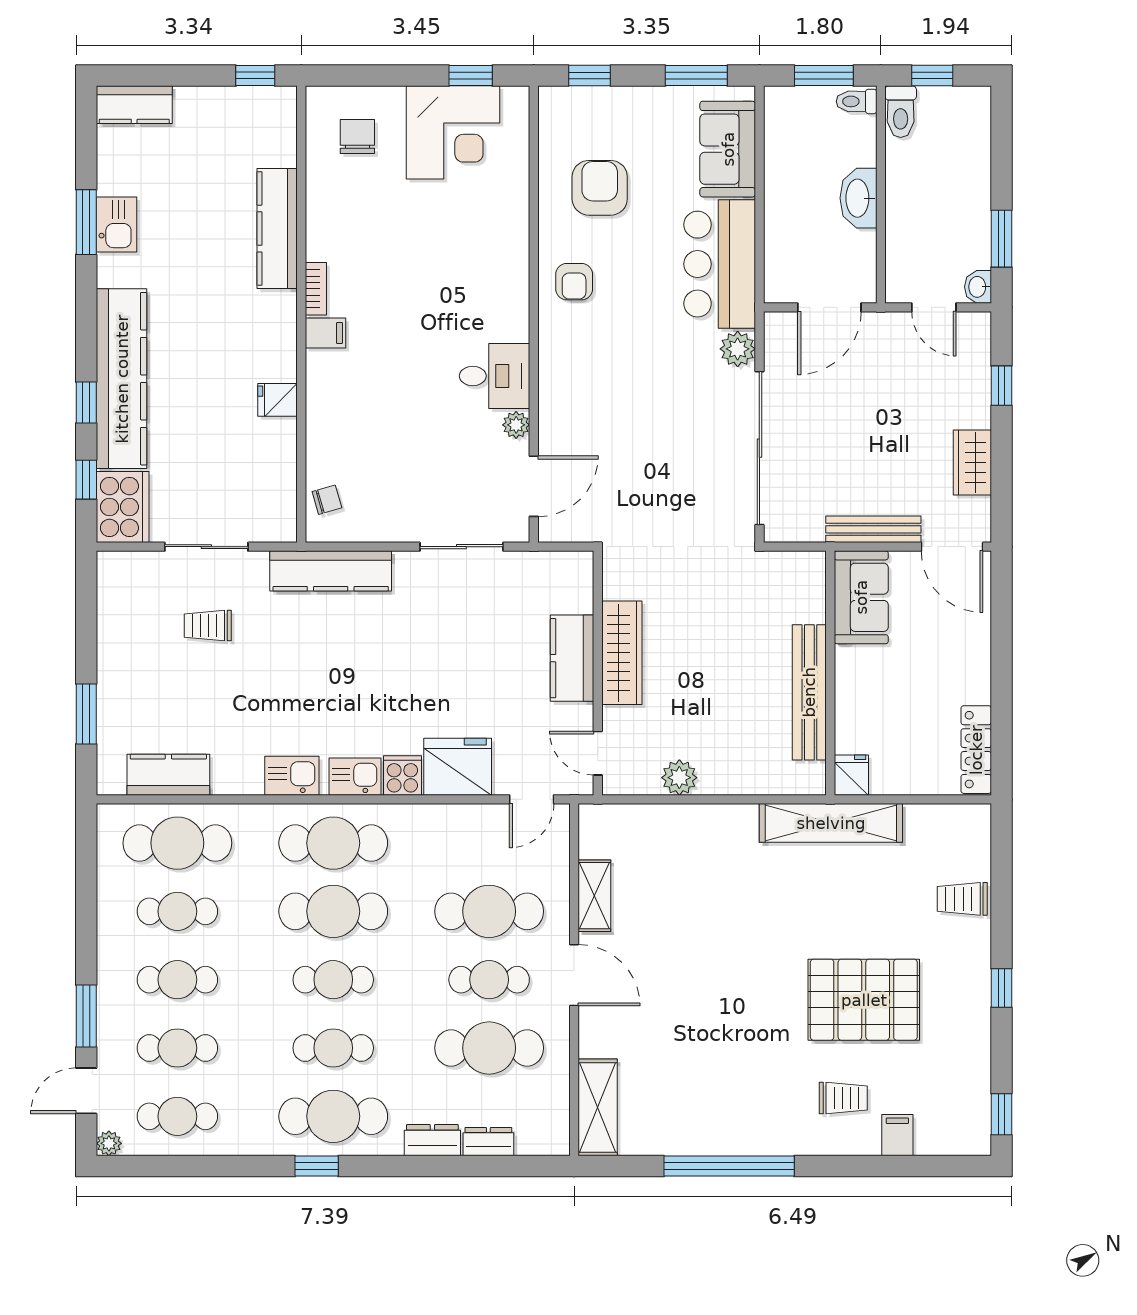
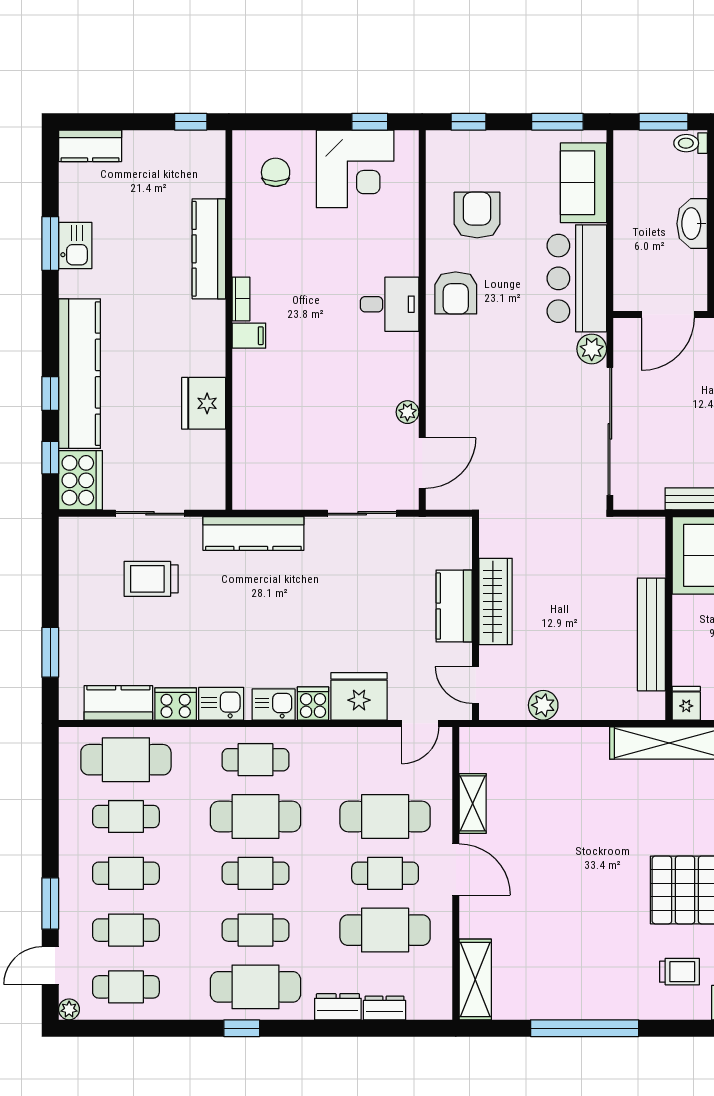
armchair: (574, 282) -> (456, 293), width x1.38, depth x1.38
desk: (495, 376) -> (390, 304), moved
fridge: (277, 400) -> (204, 403), width x1.88, depth x1.34
chair: (327, 500) -> (250, 474), removed
trolley: (208, 626) -> (151, 579), width x1.36, depth x1.39
cooker: (237, 776) -> (176, 704), added
cafe table: (333, 843) -> (255, 760), width x0.73, depth x0.74

